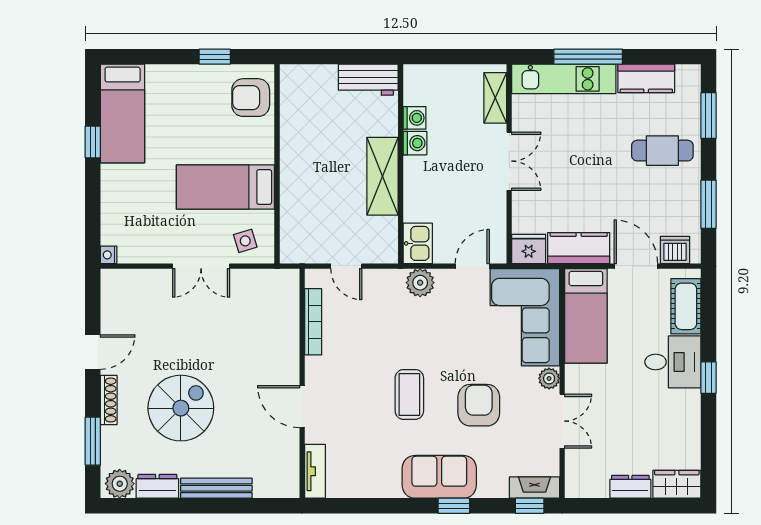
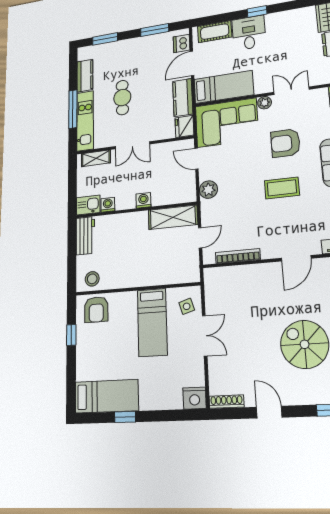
stool: (298, 91) -> (92, 279), added
washing machine: (415, 143) -> (143, 200), moved
cafe table: (662, 151) -> (122, 98), moved
double door: (509, 161) -> (132, 145), swing flipped
shelving: (383, 176) -> (173, 217), moved
kitchen sink: (418, 243) -> (88, 205), moved
nightstand: (109, 255) -> (195, 398), width x1.89, depth x1.79
shoe rack: (109, 400) -> (226, 402), moved

